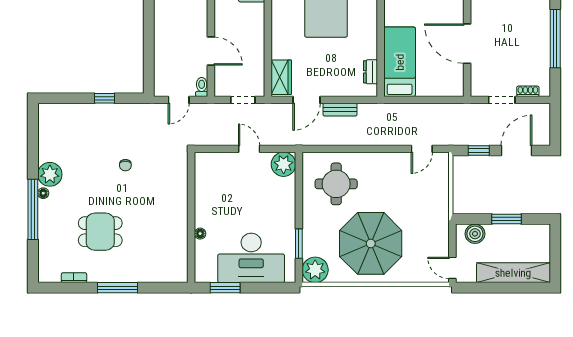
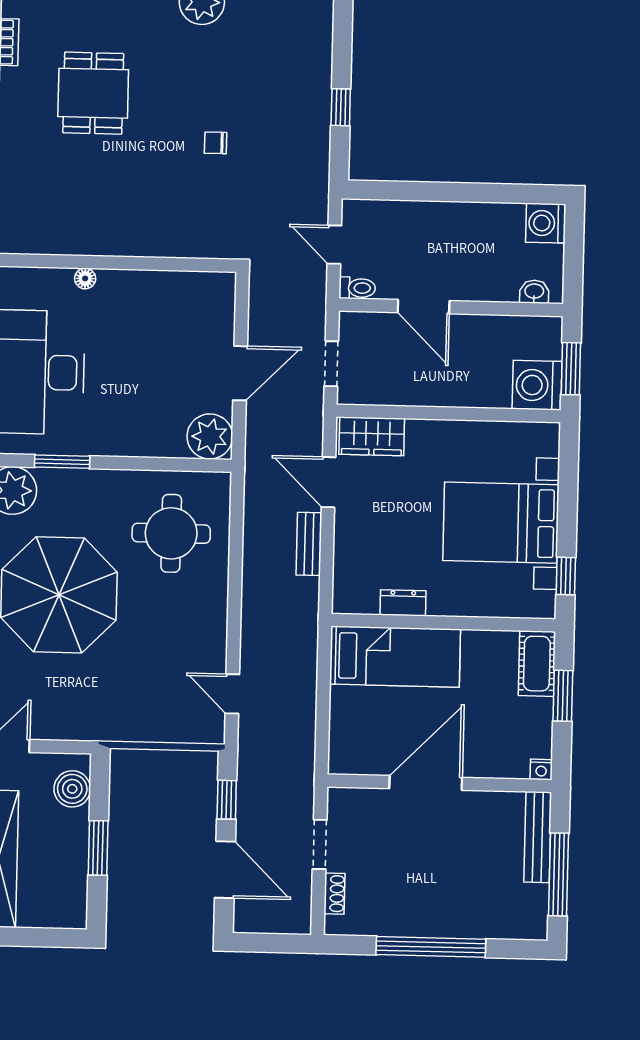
door: (211, 51) -> (424, 307), hinge flipped
dresser: (370, 72) -> (403, 603), moved
door: (249, 149) -> (240, 373), width x1.37

